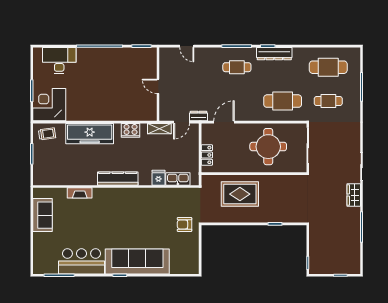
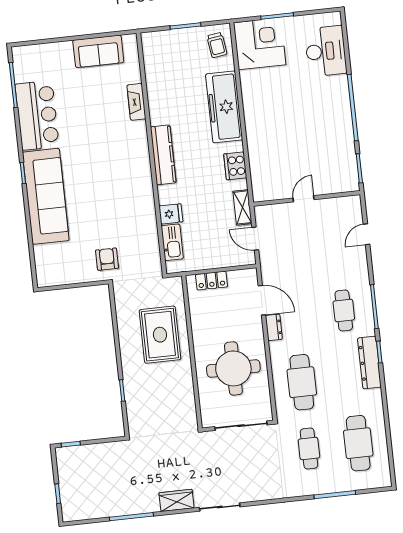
dresser: (198, 116) -> (274, 327), moved

